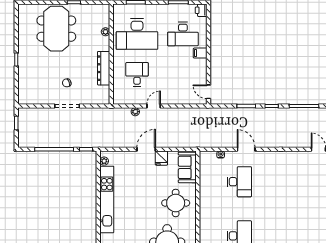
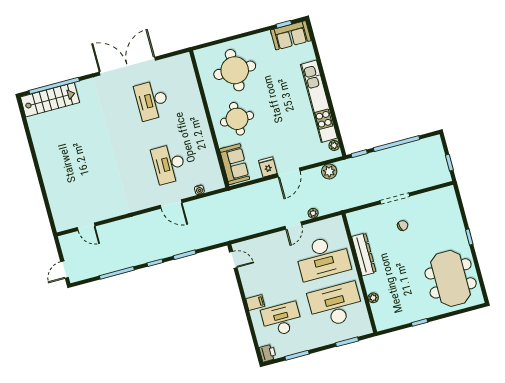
meeting table: (56, 29) -> (451, 278), moved
desk: (137, 74) -> (323, 258), width x1.87, depth x1.30
plant: (114, 141) -> (329, 171), added

